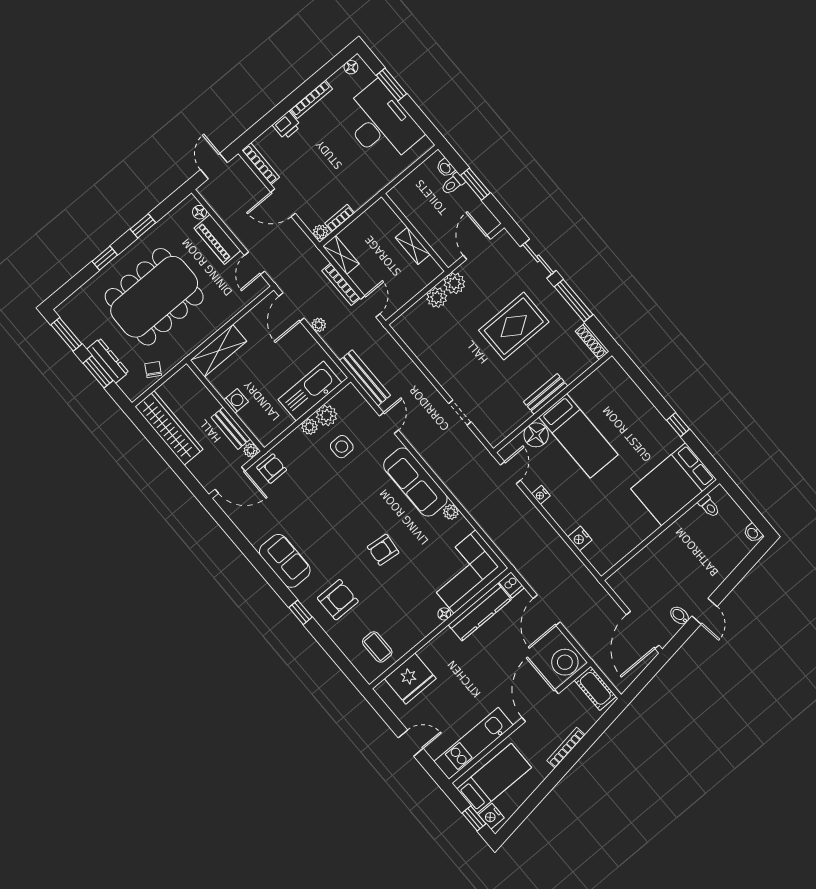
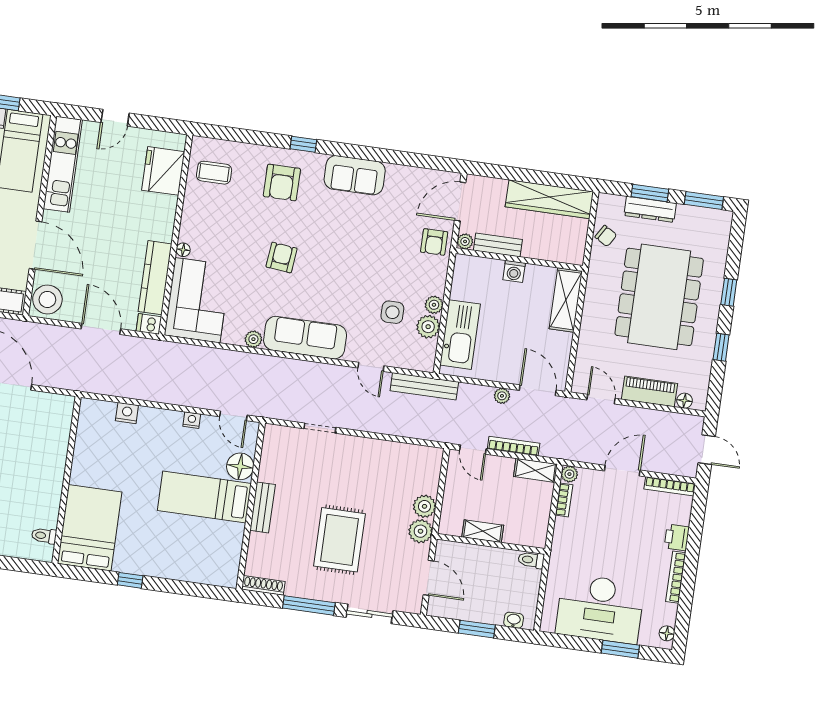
toilet: (453, 184) -> (531, 560), moved, turned -90

